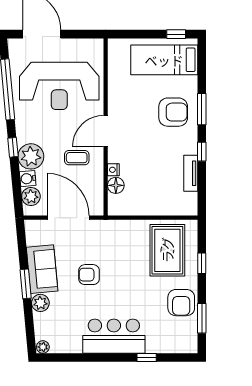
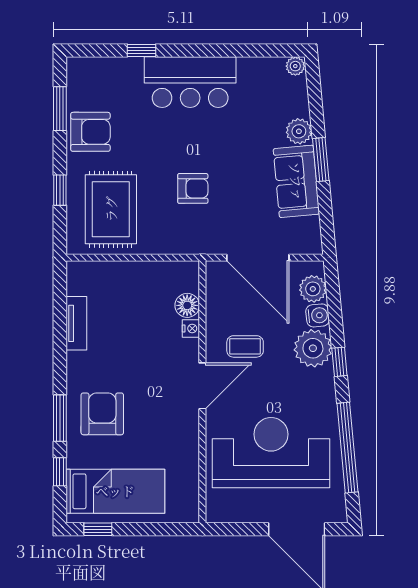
armchair: (173, 112) -> (102, 414), turned 90
window: (202, 152) -> (60, 472), moved
armchair: (89, 275) -> (193, 188), moved
armchair: (181, 303) -> (90, 132), turned 90

